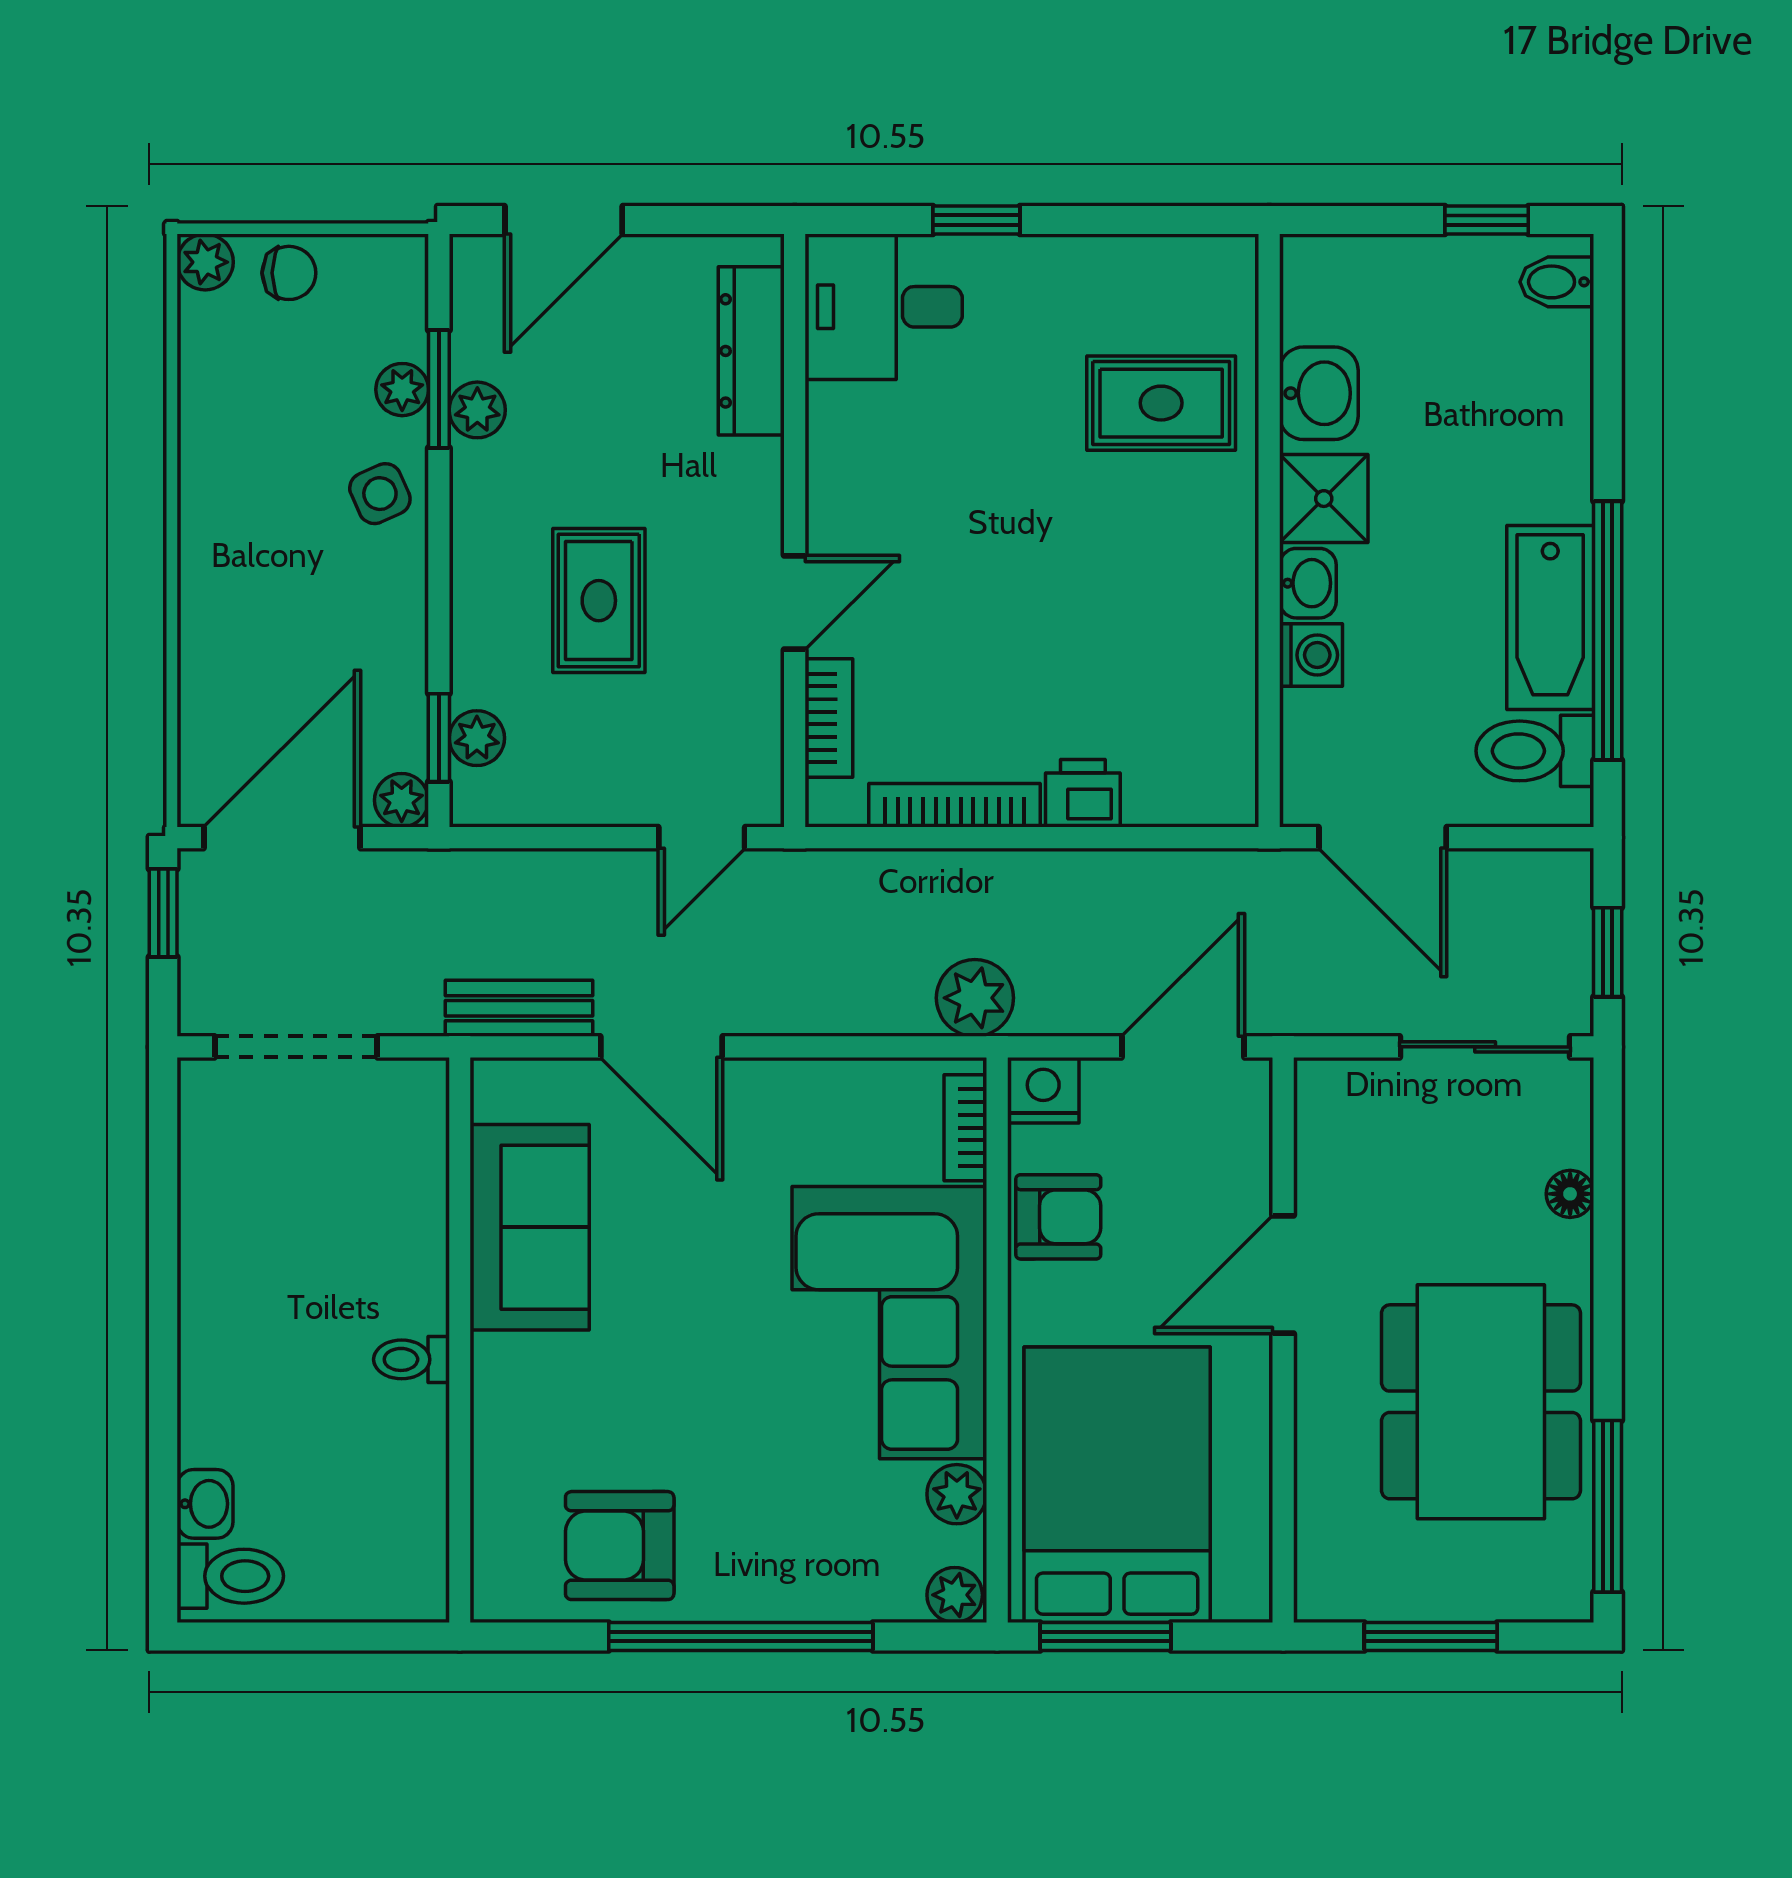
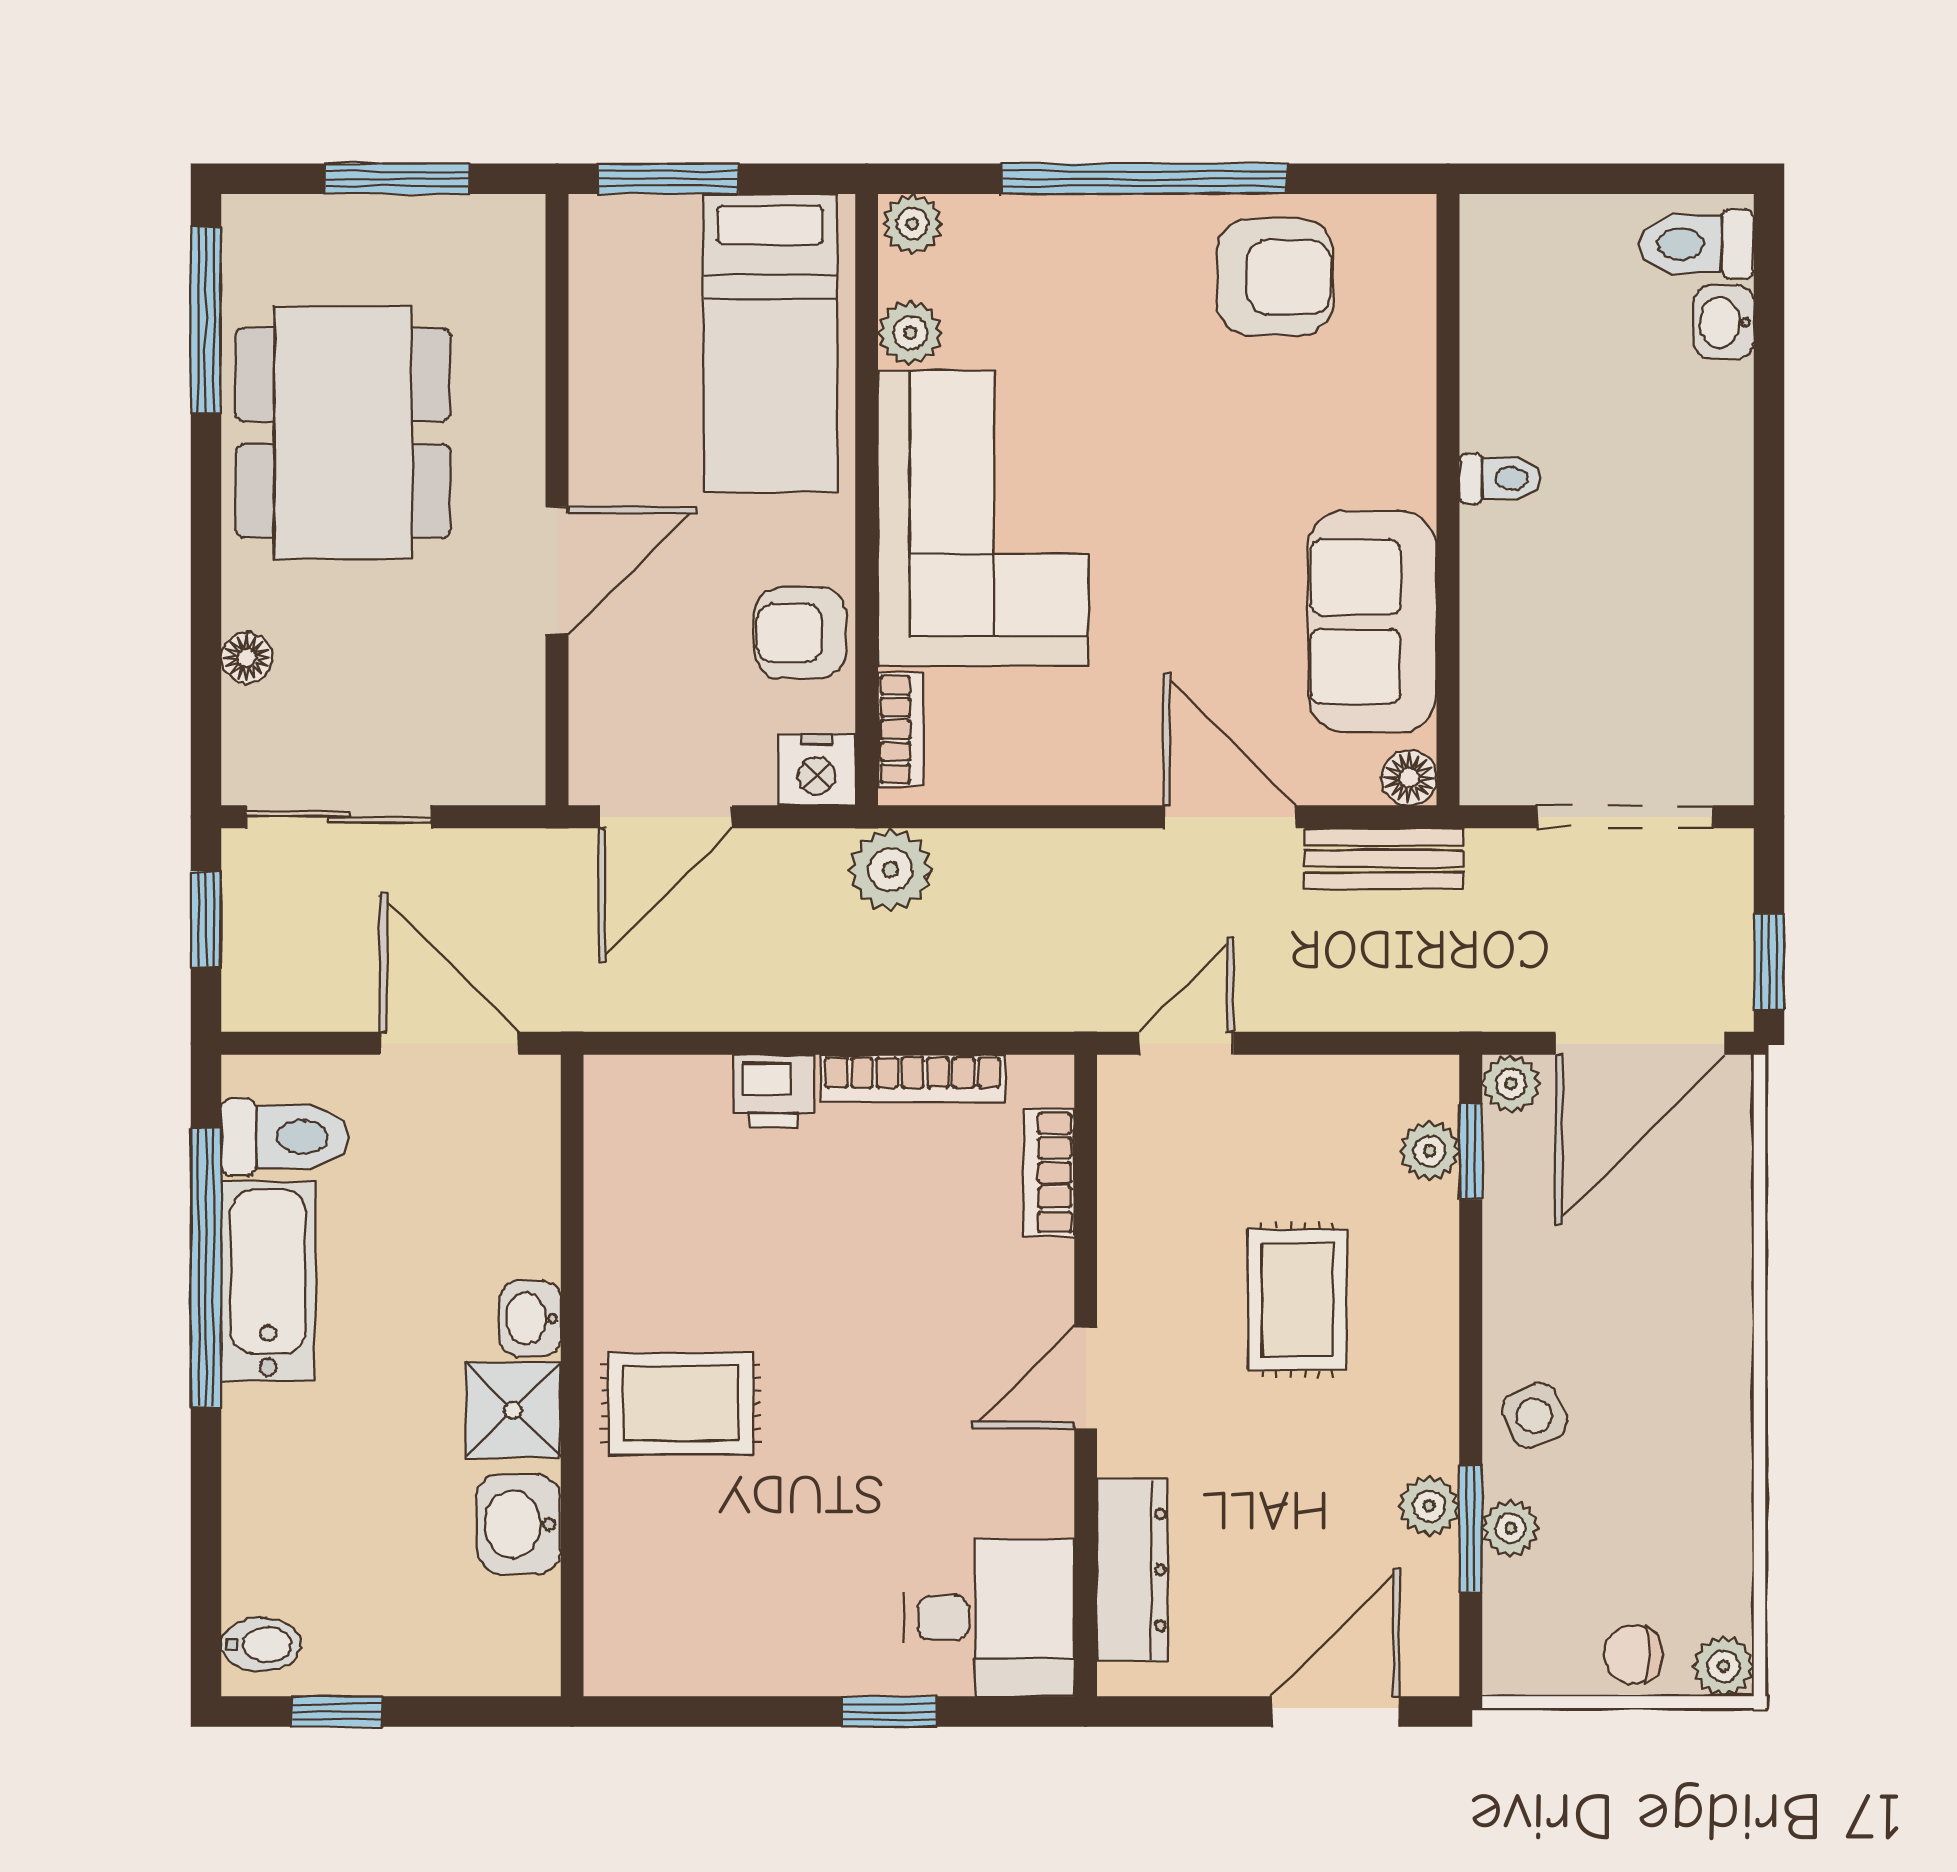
rug: (1161, 403) -> (681, 1403), moved
door: (795, 603) -> (1086, 1378), moved
washing machine: (1311, 655) -> (527, 1241), removed
floor lamp: (496, 1083) -> (1409, 778), added
bed: (1117, 1485) -> (770, 343), width x0.67
window: (1106, 1637) -> (668, 179), moved

